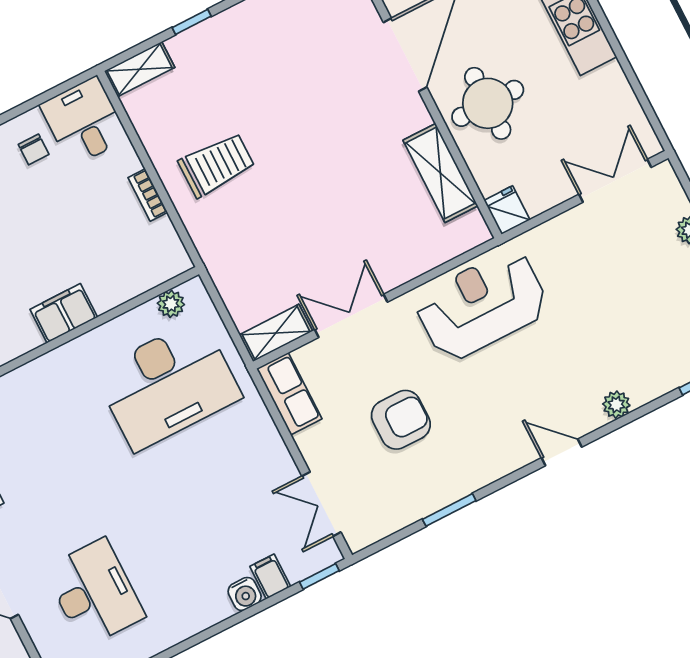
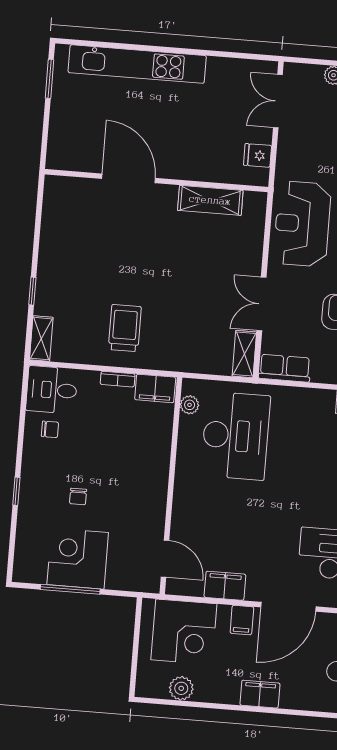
round table: (488, 103) -> (187, 148), removed
fridge: (507, 210) -> (258, 155), moved
filing cabinet: (64, 313) -> (155, 388), moved, turned -90

